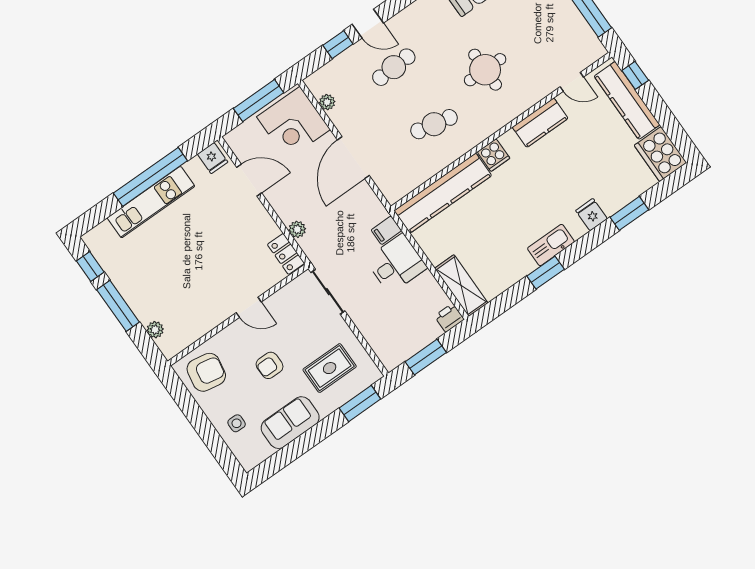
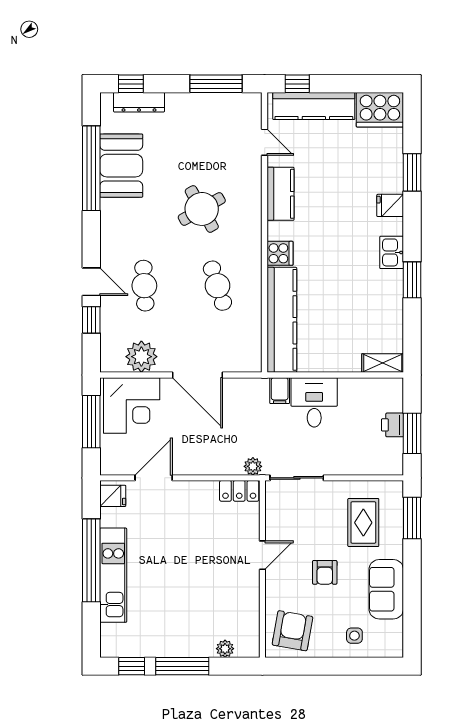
door: (368, 24) -> (91, 282), hinge flipped
round table: (485, 70) -> (202, 209), turned -30
door: (572, 82) -> (265, 142), hinge flipped
plant: (327, 102) -> (141, 357), width x1.88, depth x1.88
cafe table: (434, 124) -> (217, 286), turned -30
plant: (297, 229) -> (253, 466), moved
kitchen sink: (551, 245) -> (392, 252), width x0.73
shelving: (461, 286) -> (383, 363), width x0.67, depth x0.75
printer: (449, 318) -> (393, 425), moved

